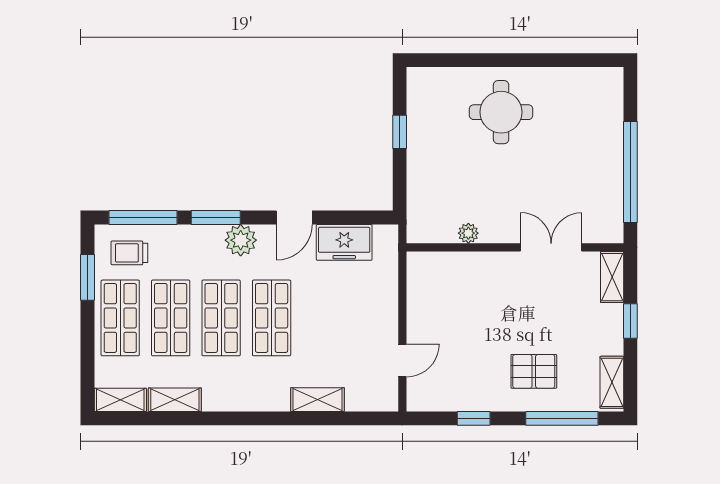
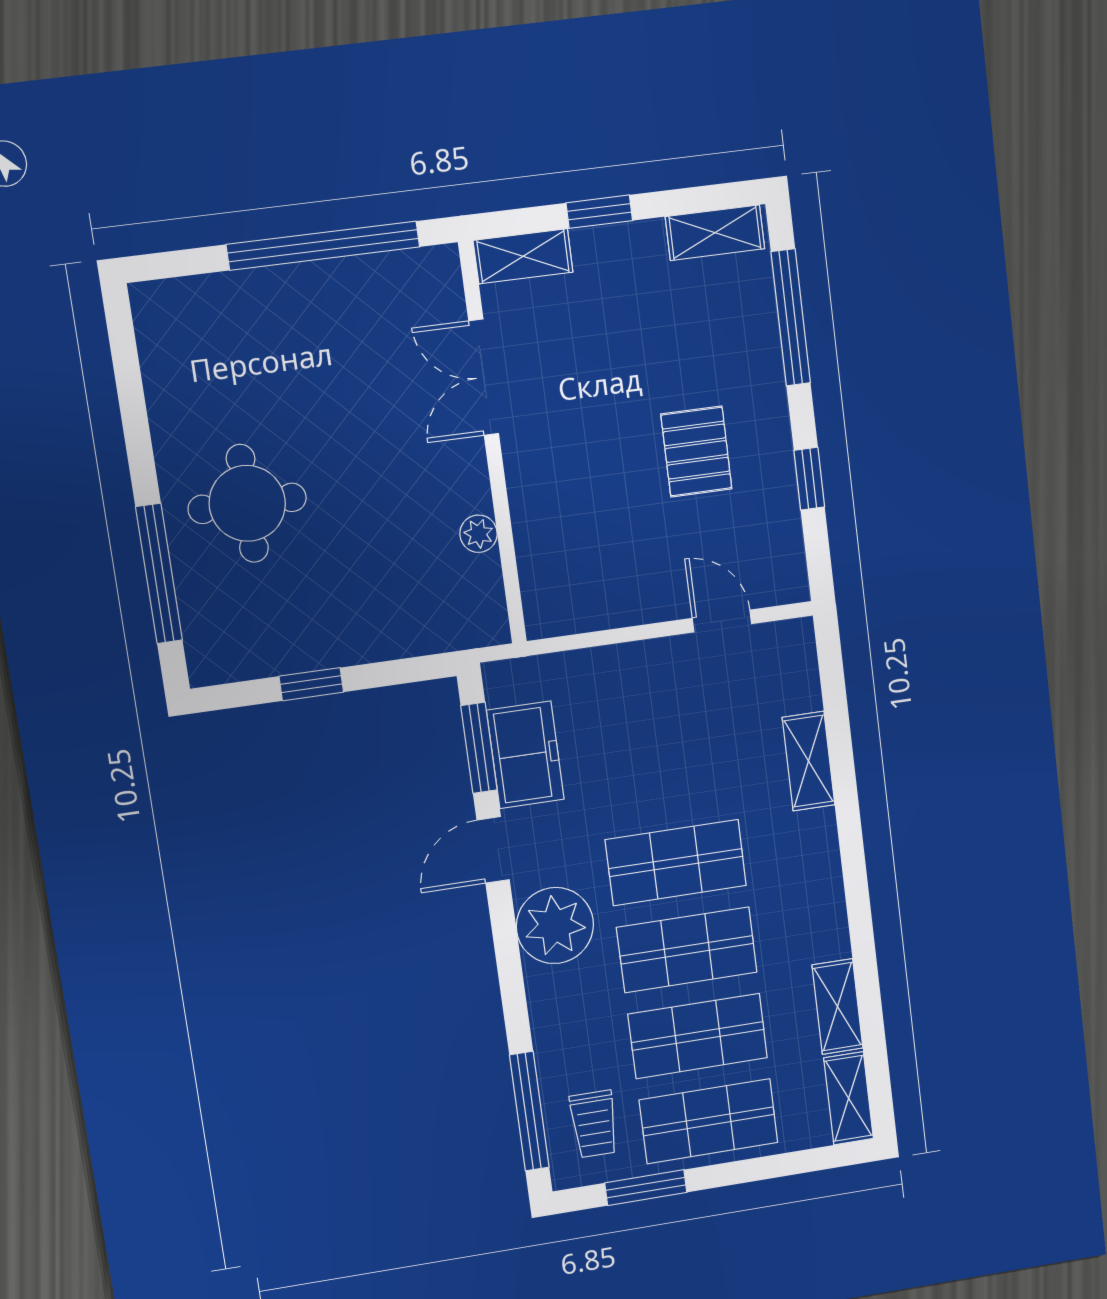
window: (470, 60) -> (159, 574), added
window: (216, 218) -> (479, 748), moved
door: (294, 218) -> (493, 850), swing flipped
plant: (241, 240) -> (555, 926), width x1.36, depth x1.36
pallet: (534, 371) -> (696, 452), moved

